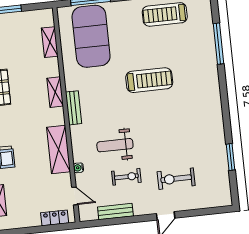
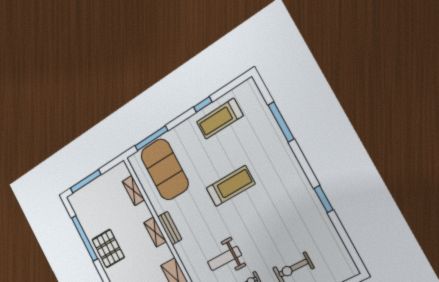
bench: (74, 108) -> (170, 228), moved
window: (231, 157) -> (324, 199), moved

